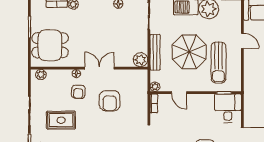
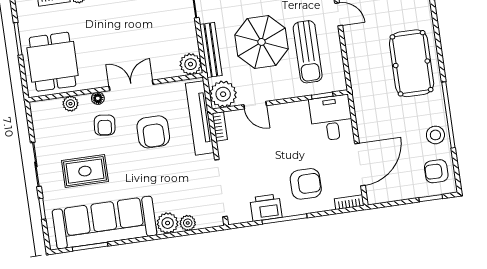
dining table: (50, 45) -> (53, 62), turned 90
plant: (41, 74) -> (70, 104), moved
plant: (155, 87) -> (223, 94), width x1.88, depth x1.88
tv unit: (141, 96) -> (200, 118), added

